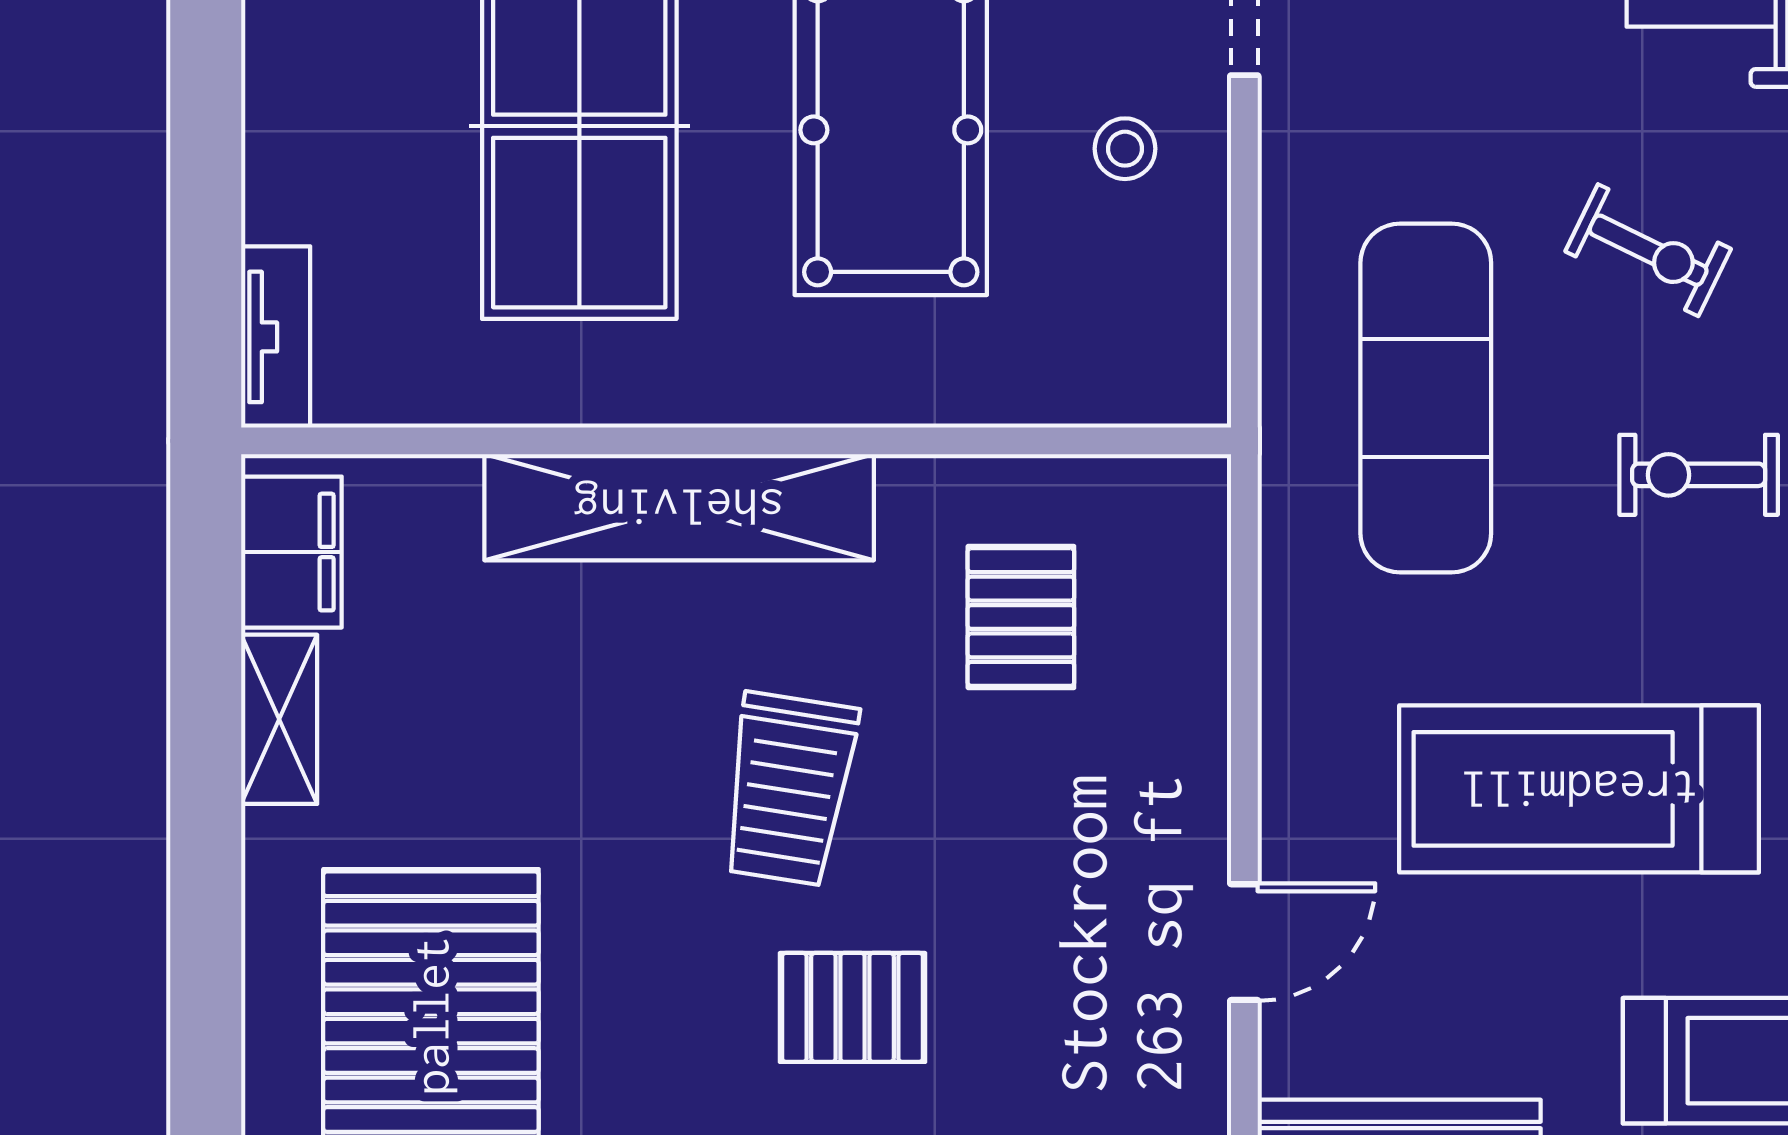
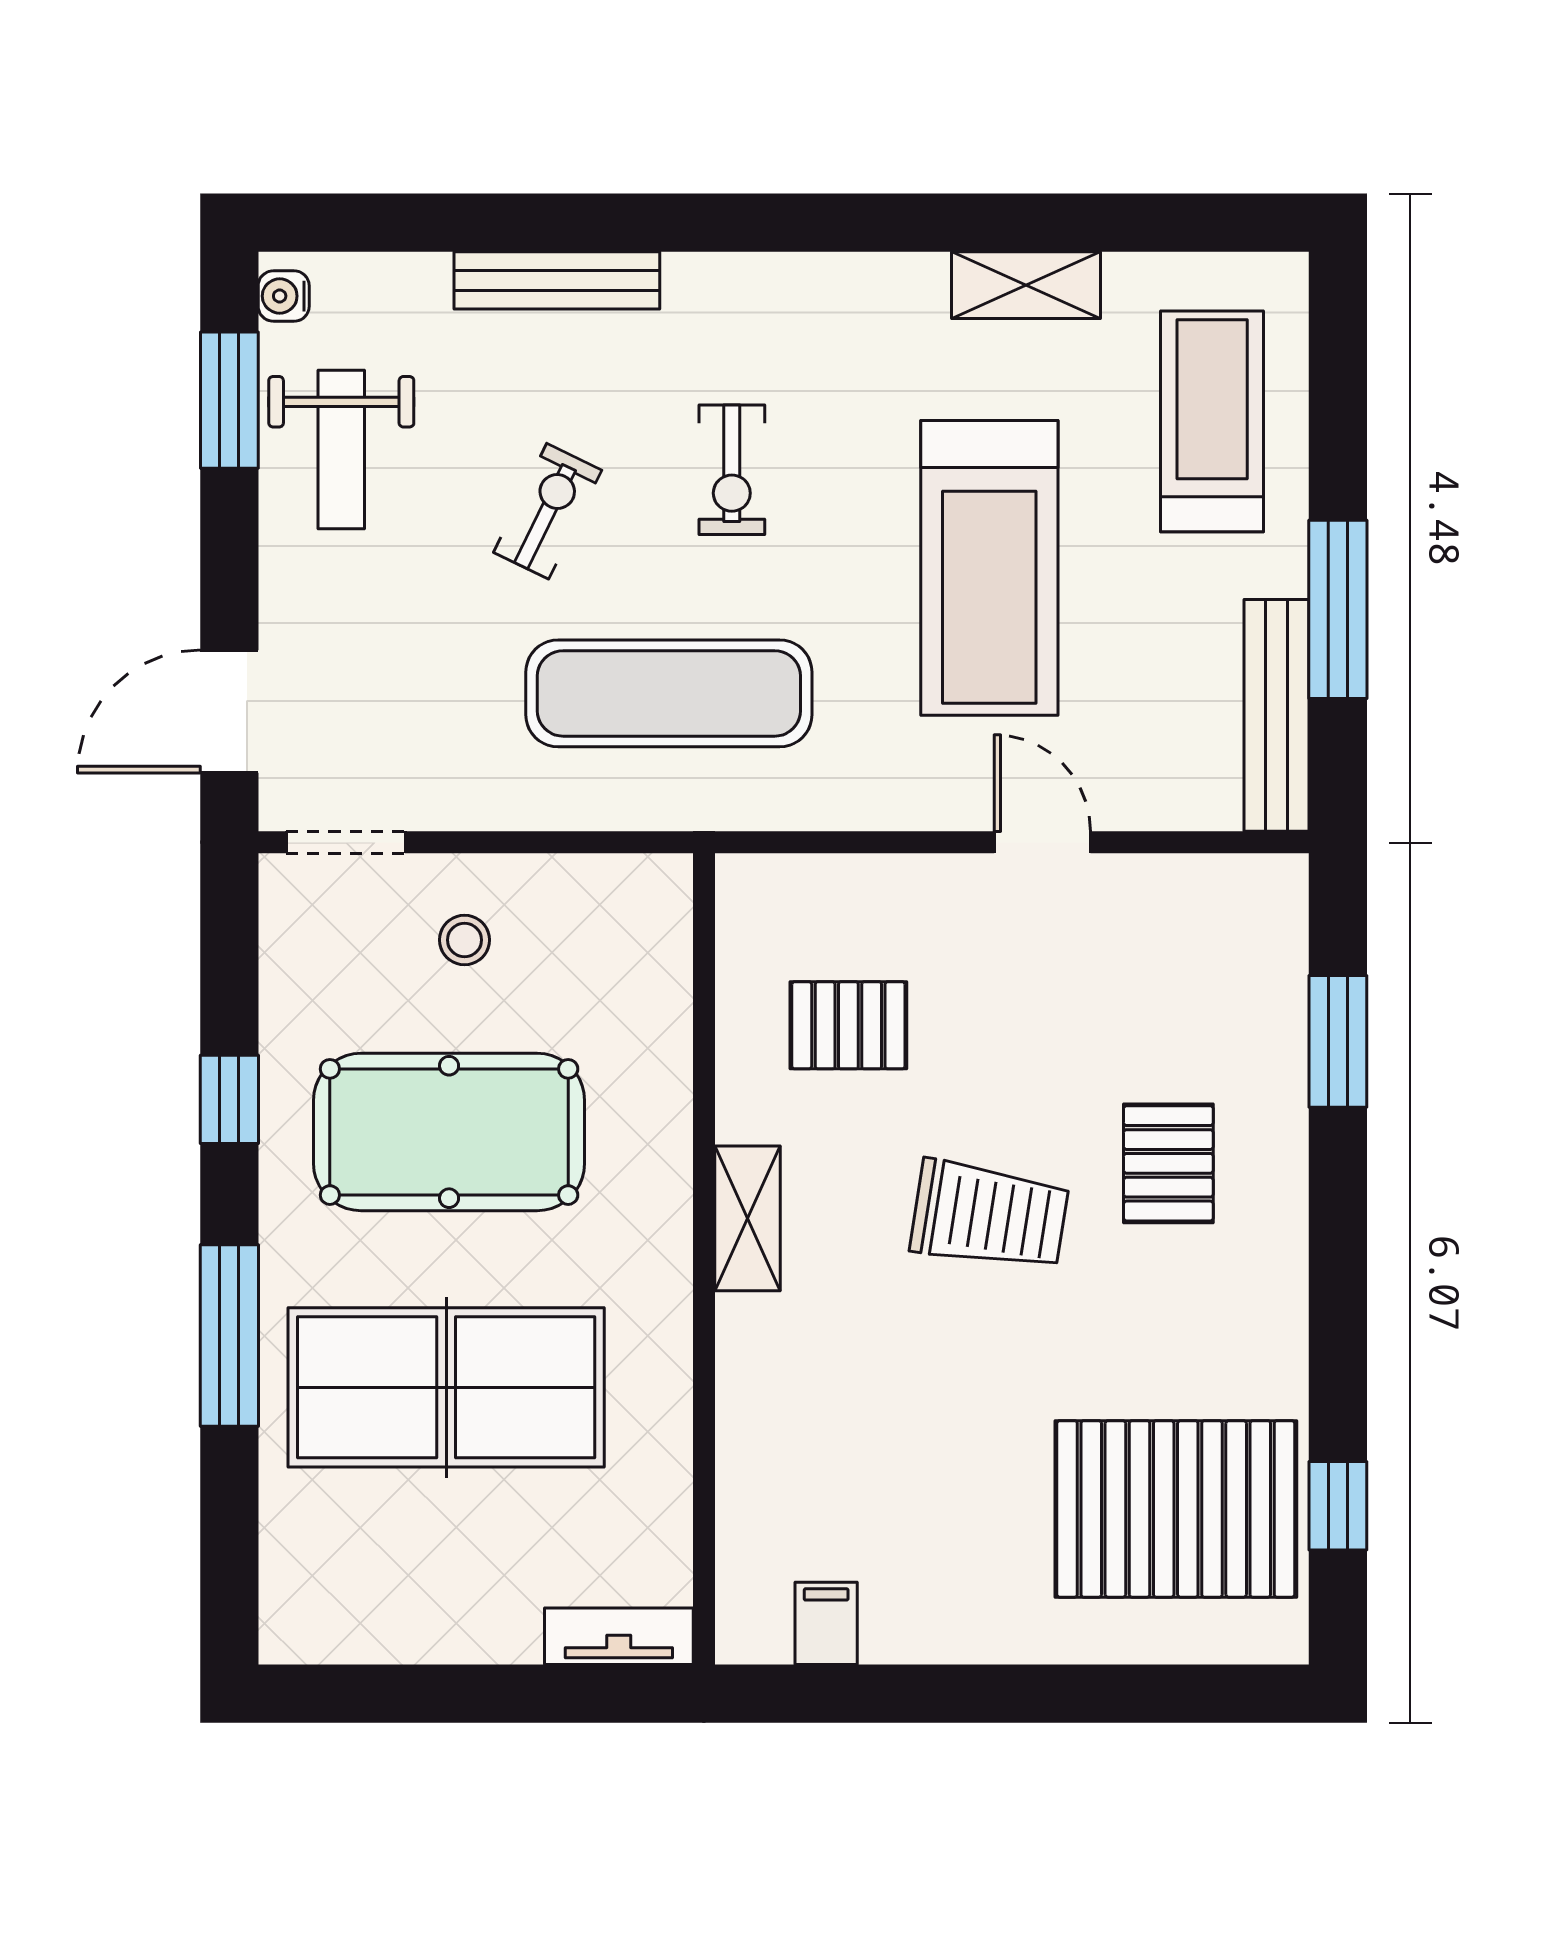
shelving: (679, 507) -> (747, 1218), width x0.45, depth x0.75
filing cabinet: (291, 552) -> (826, 1623), width x0.50
shelving: (279, 719) -> (932, 1633), removed
door: (1244, 942) -> (1042, 842), moved

